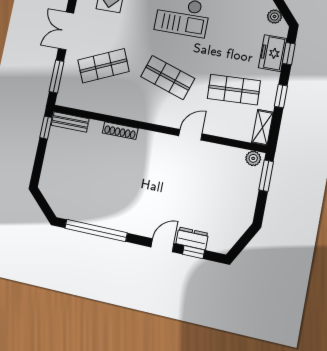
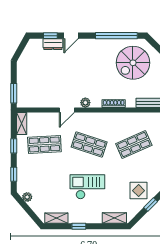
freezer: (273, 53) -> (24, 173), removed
plant: (253, 158) -> (85, 103), moved
spiral stairs: (80, 185) -> (133, 63), added

